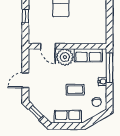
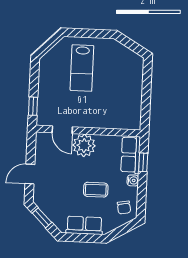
window: (25, 16) -> (33, 106), moved
row of seats: (88, 55) -> (131, 155), moved, turned 90
window: (110, 68) -> (143, 162), width x0.46

